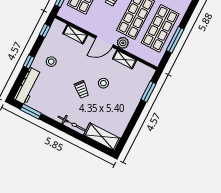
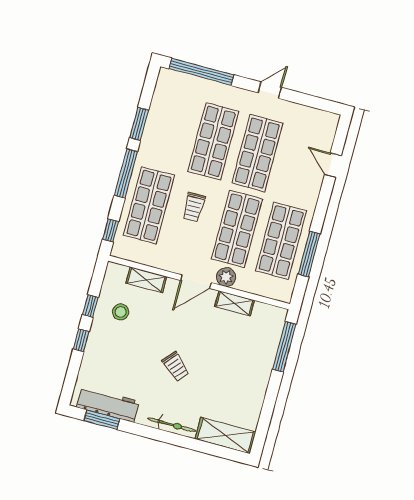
window: (45, 31) -> (90, 306), moved
stool: (51, 62) -> (121, 312), moved
stool: (103, 83) -> (209, 349), removed
workbench: (28, 86) -> (108, 404), moved, turned -90
window: (148, 92) -> (284, 347), width x1.44

